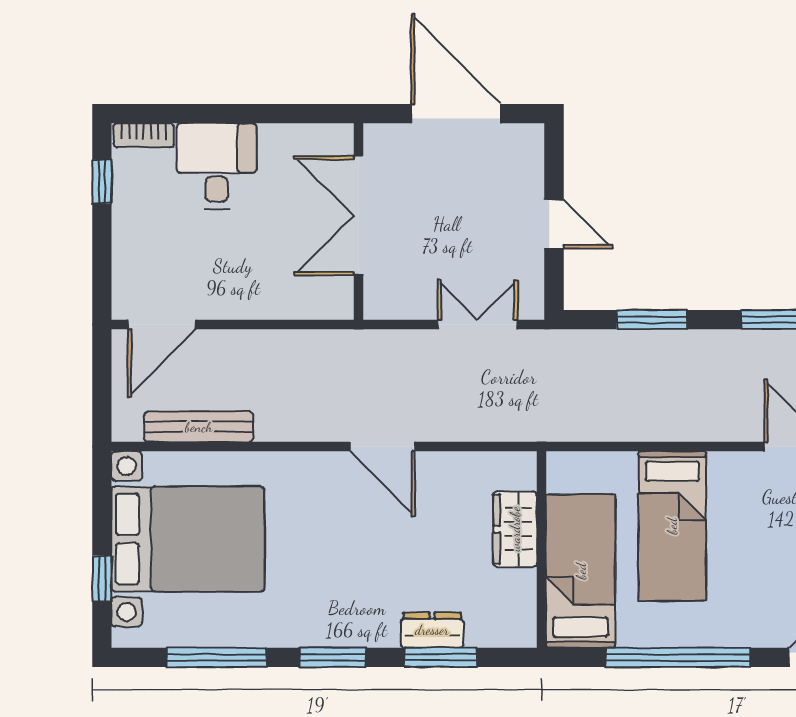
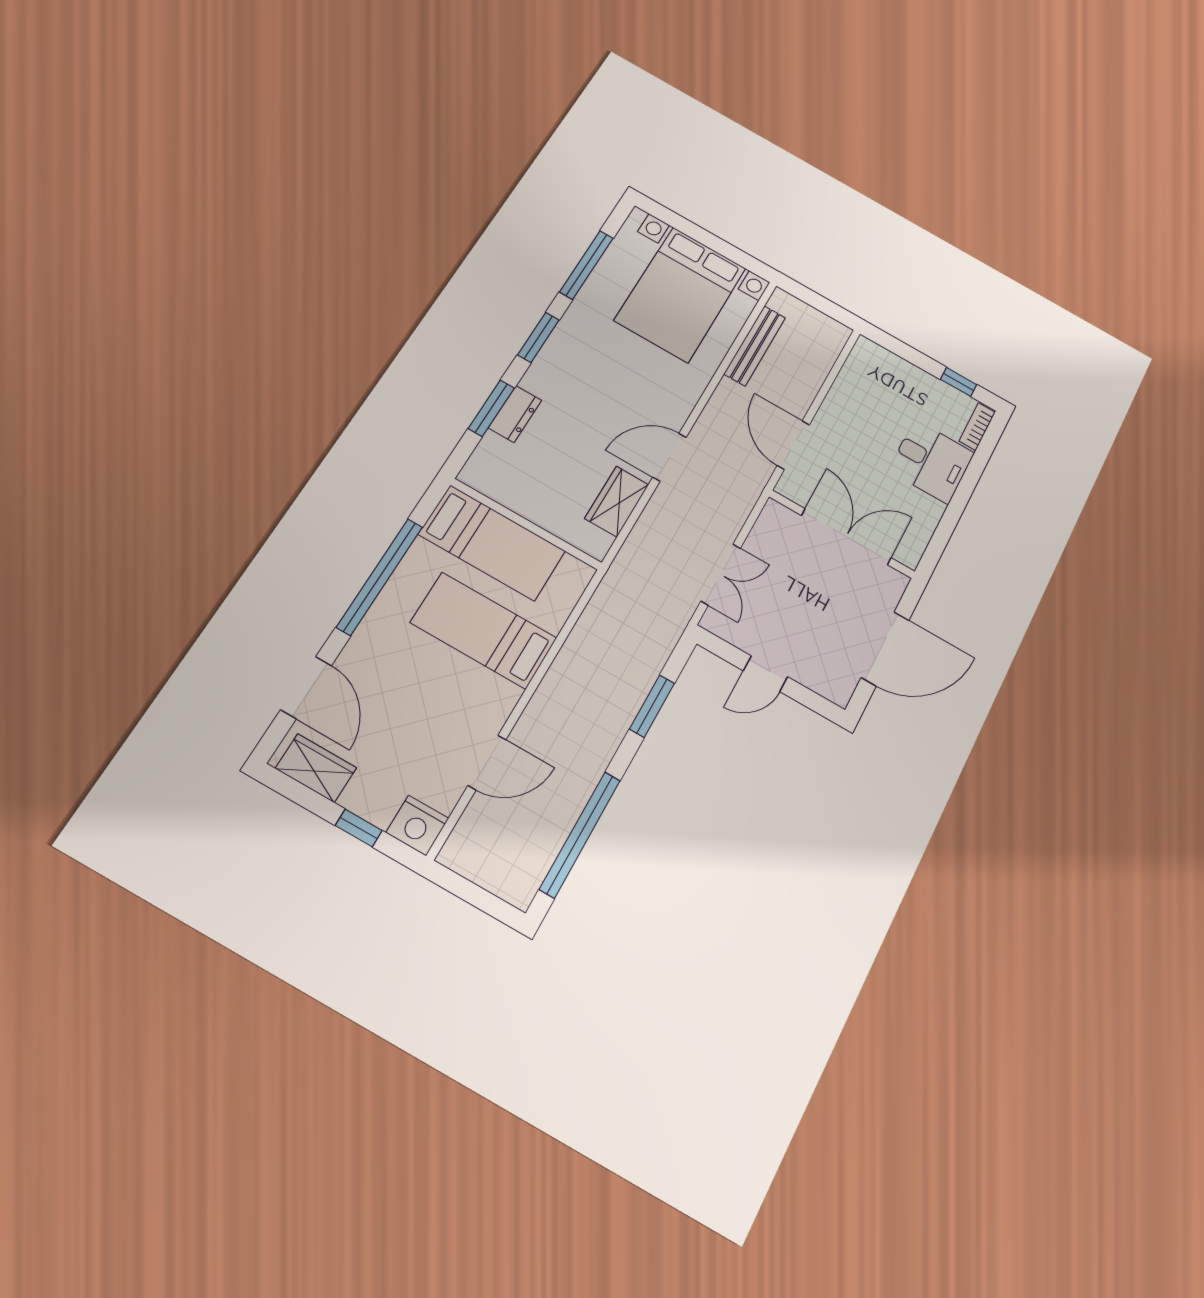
door: (162, 324) -> (793, 445), moved
wardrobe: (515, 529) -> (617, 501), moved, turned -90
window: (102, 579) -> (686, 227), removed

